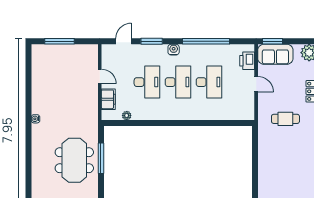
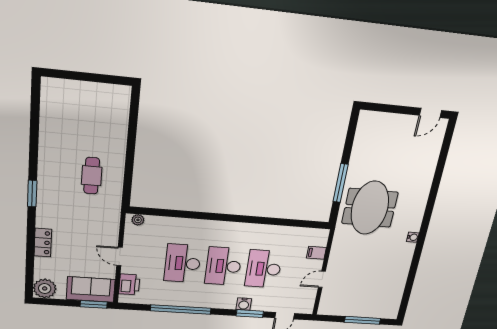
water cooler: (174, 50) -> (244, 304), moved
door: (100, 76) -> (322, 279), hinge flipped
filing cabinet: (108, 99) -> (316, 253), width x0.50
plant: (127, 116) -> (138, 220), moved
cafe table: (285, 119) -> (92, 176), moved, turned 90
meeting table: (74, 160) -> (370, 208), moved

